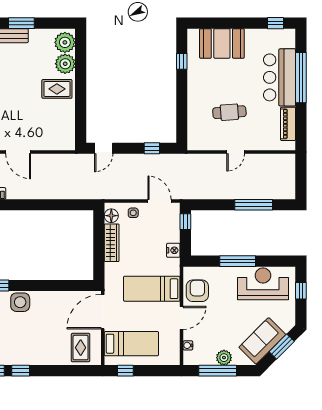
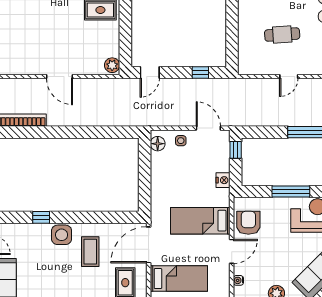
plant: (68, 141) -> (112, 65), added
wardrobe: (112, 243) -> (158, 172), removed
coffee table: (47, 318) -> (90, 252), added

